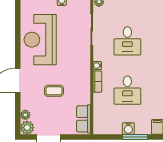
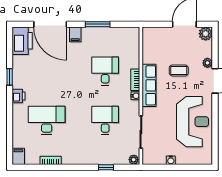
plant: (25, 115) -> (207, 63), moved
row of seats: (84, 119) -> (149, 85), moved, width x1.48
water cooler: (128, 128) -> (104, 33), removed

